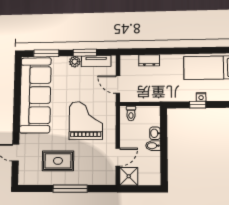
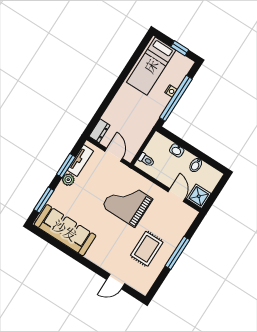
dresser: (149, 60) -> (99, 131), moved
door: (118, 84) -> (114, 155), swing flipped
sofa: (35, 95) -> (65, 230), width x0.74, depth x0.79
window: (198, 105) -> (176, 98), width x3.17
bidet: (153, 146) -> (196, 165), moved

